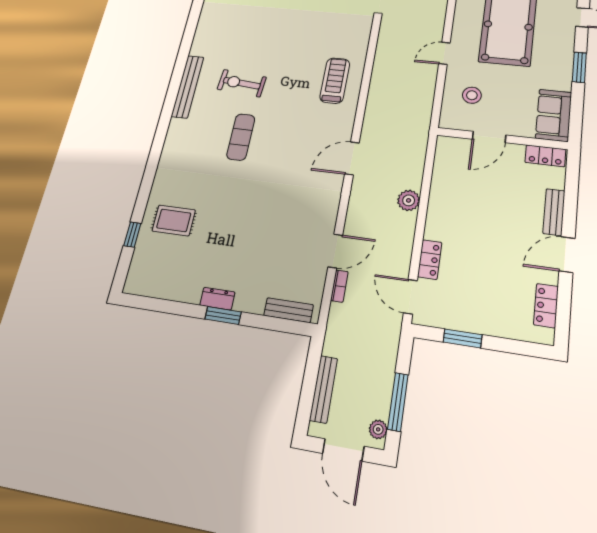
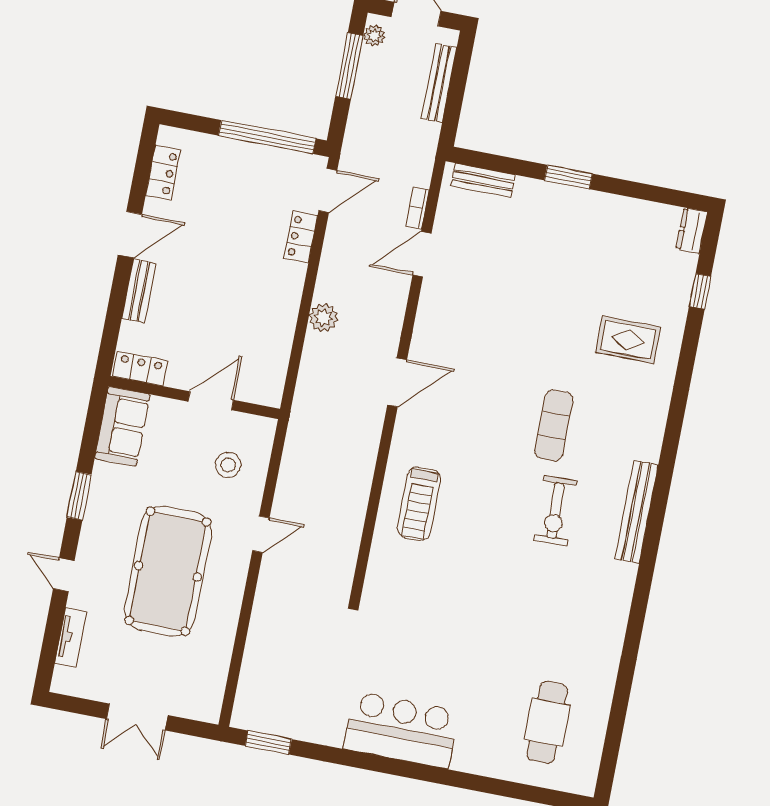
exercise bike: (242, 83) -> (555, 511), turned 83
rug: (174, 220) -> (628, 340), moved
door: (410, 297) -> (328, 191), hinge flipped
dresser: (217, 299) -> (692, 231), moved, turned 90
window: (463, 338) -> (267, 137), width x2.11

